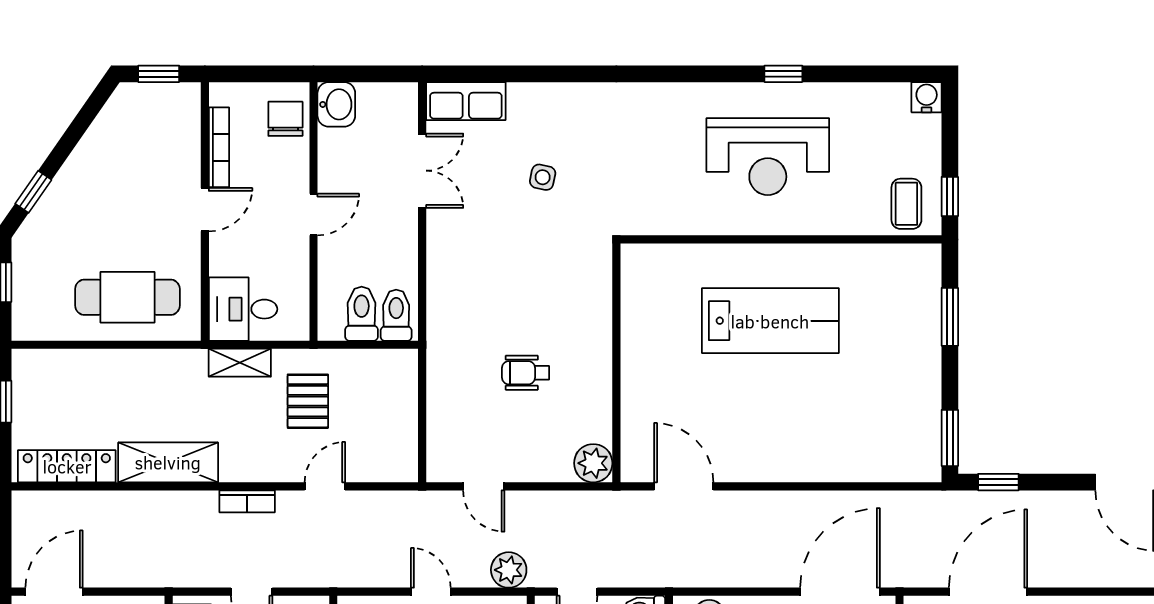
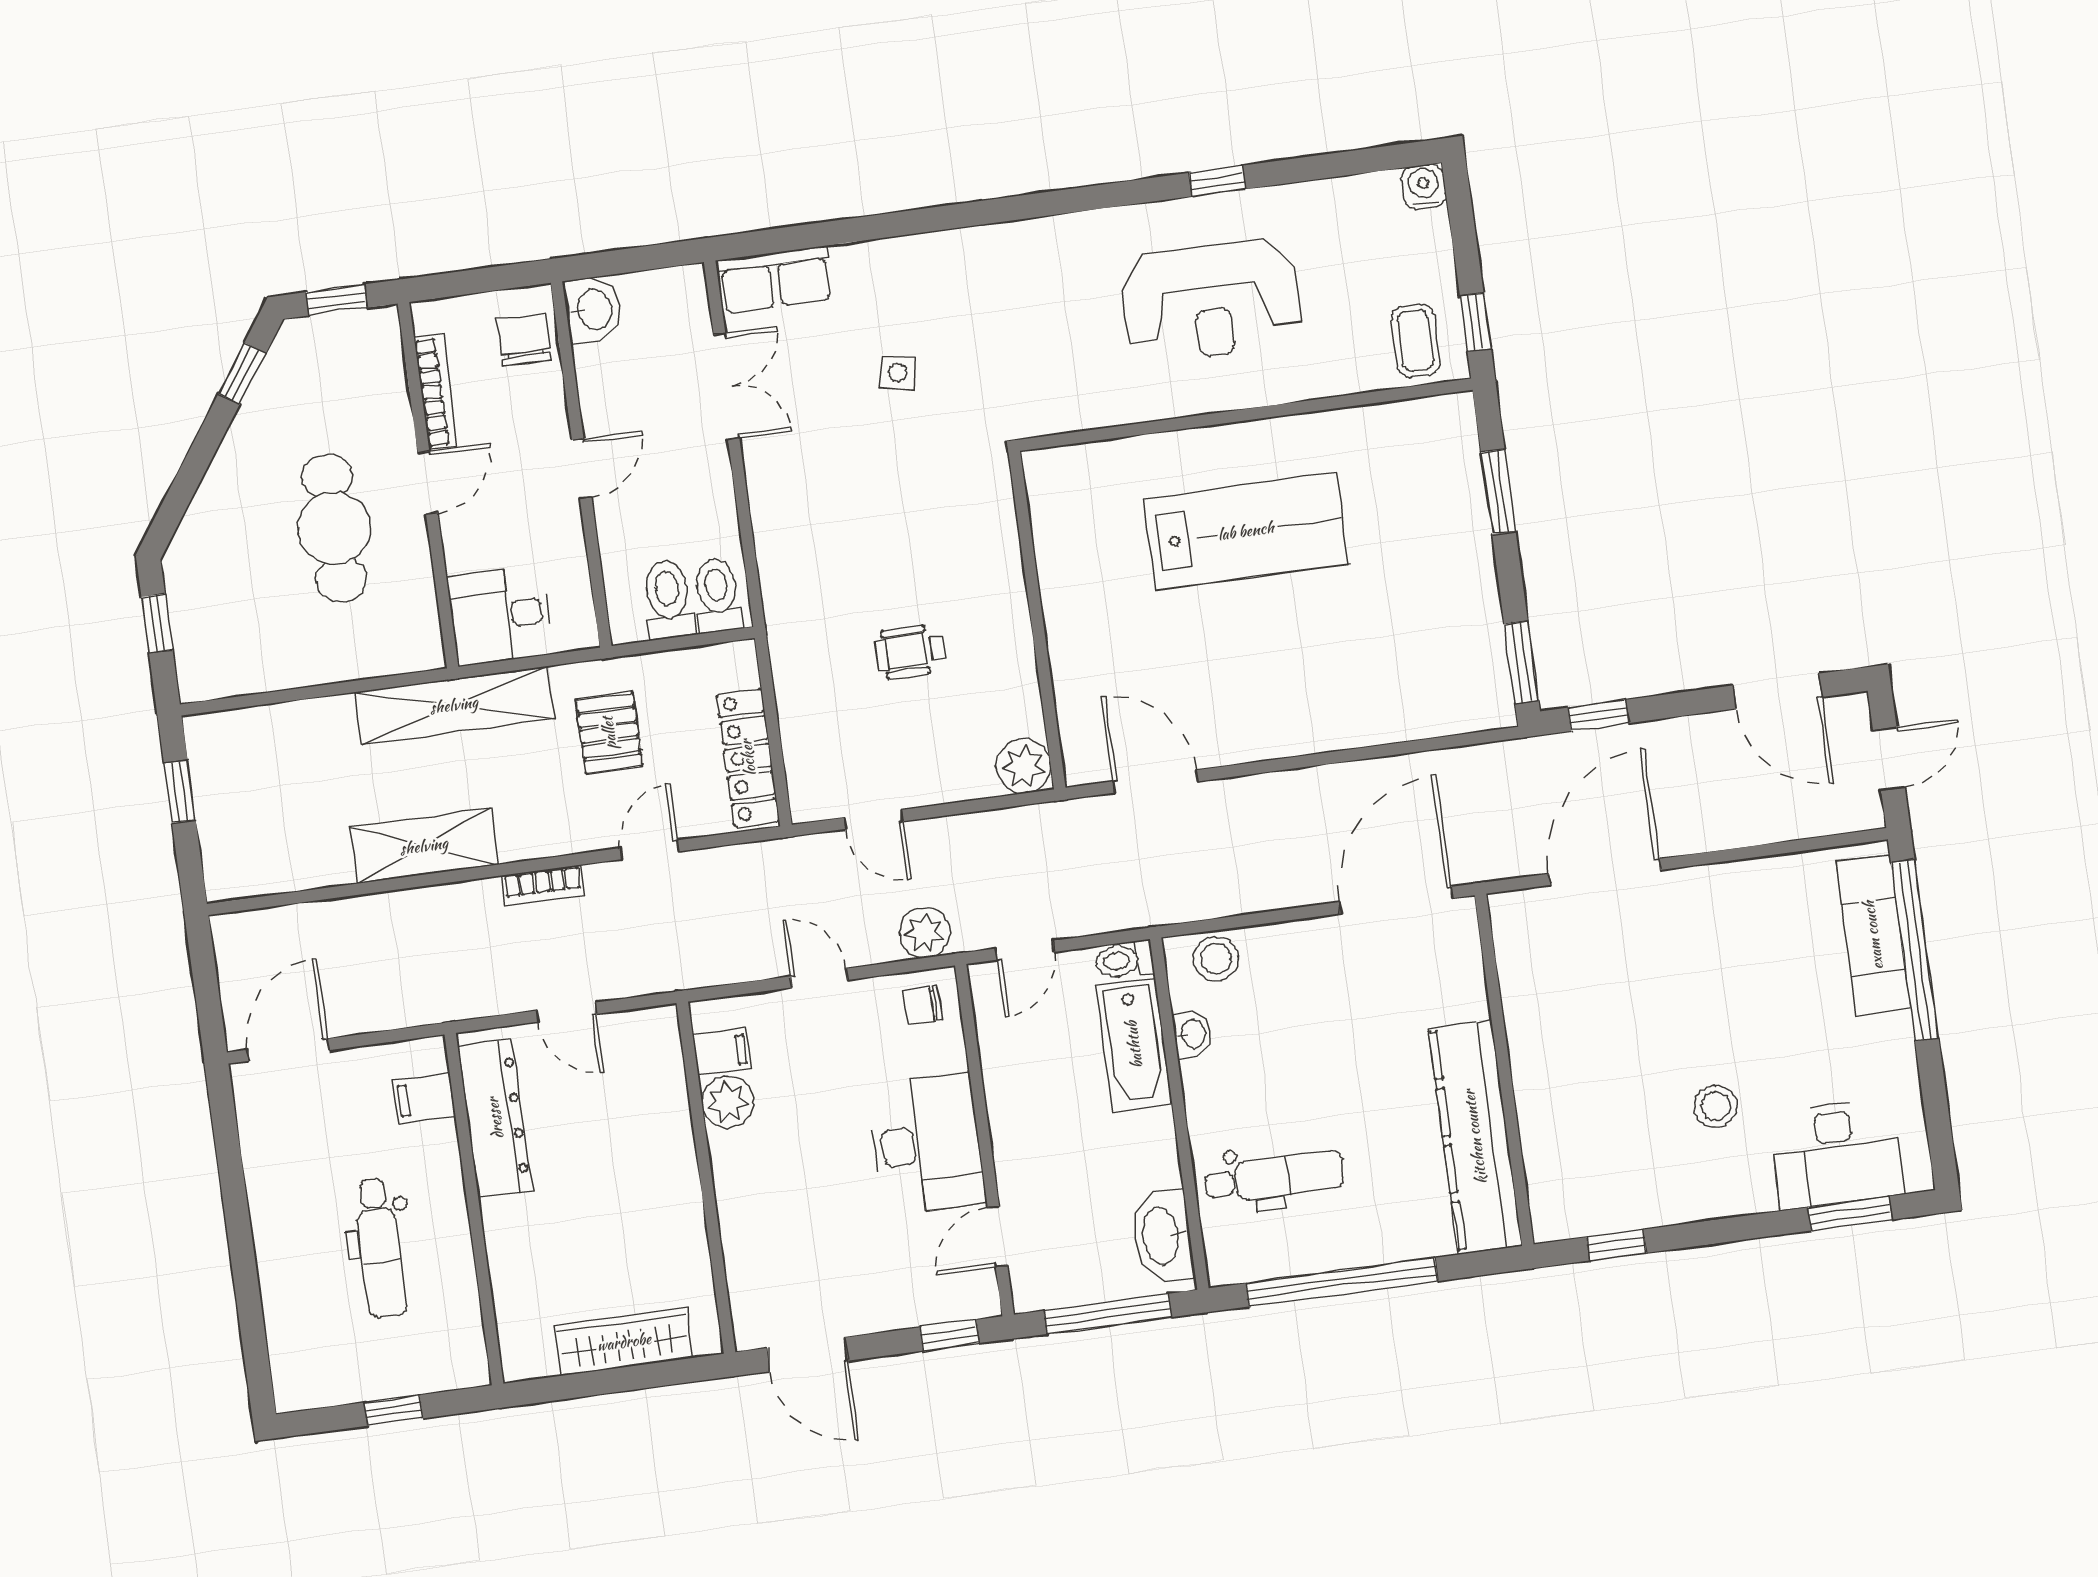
window: (33, 192) -> (242, 374), moved
cafe table: (127, 297) -> (334, 528), moved, turned 90
shelving: (240, 363) -> (454, 705), width x2.20, depth x1.33
locker: (67, 466) -> (748, 758), moved, turned -90

